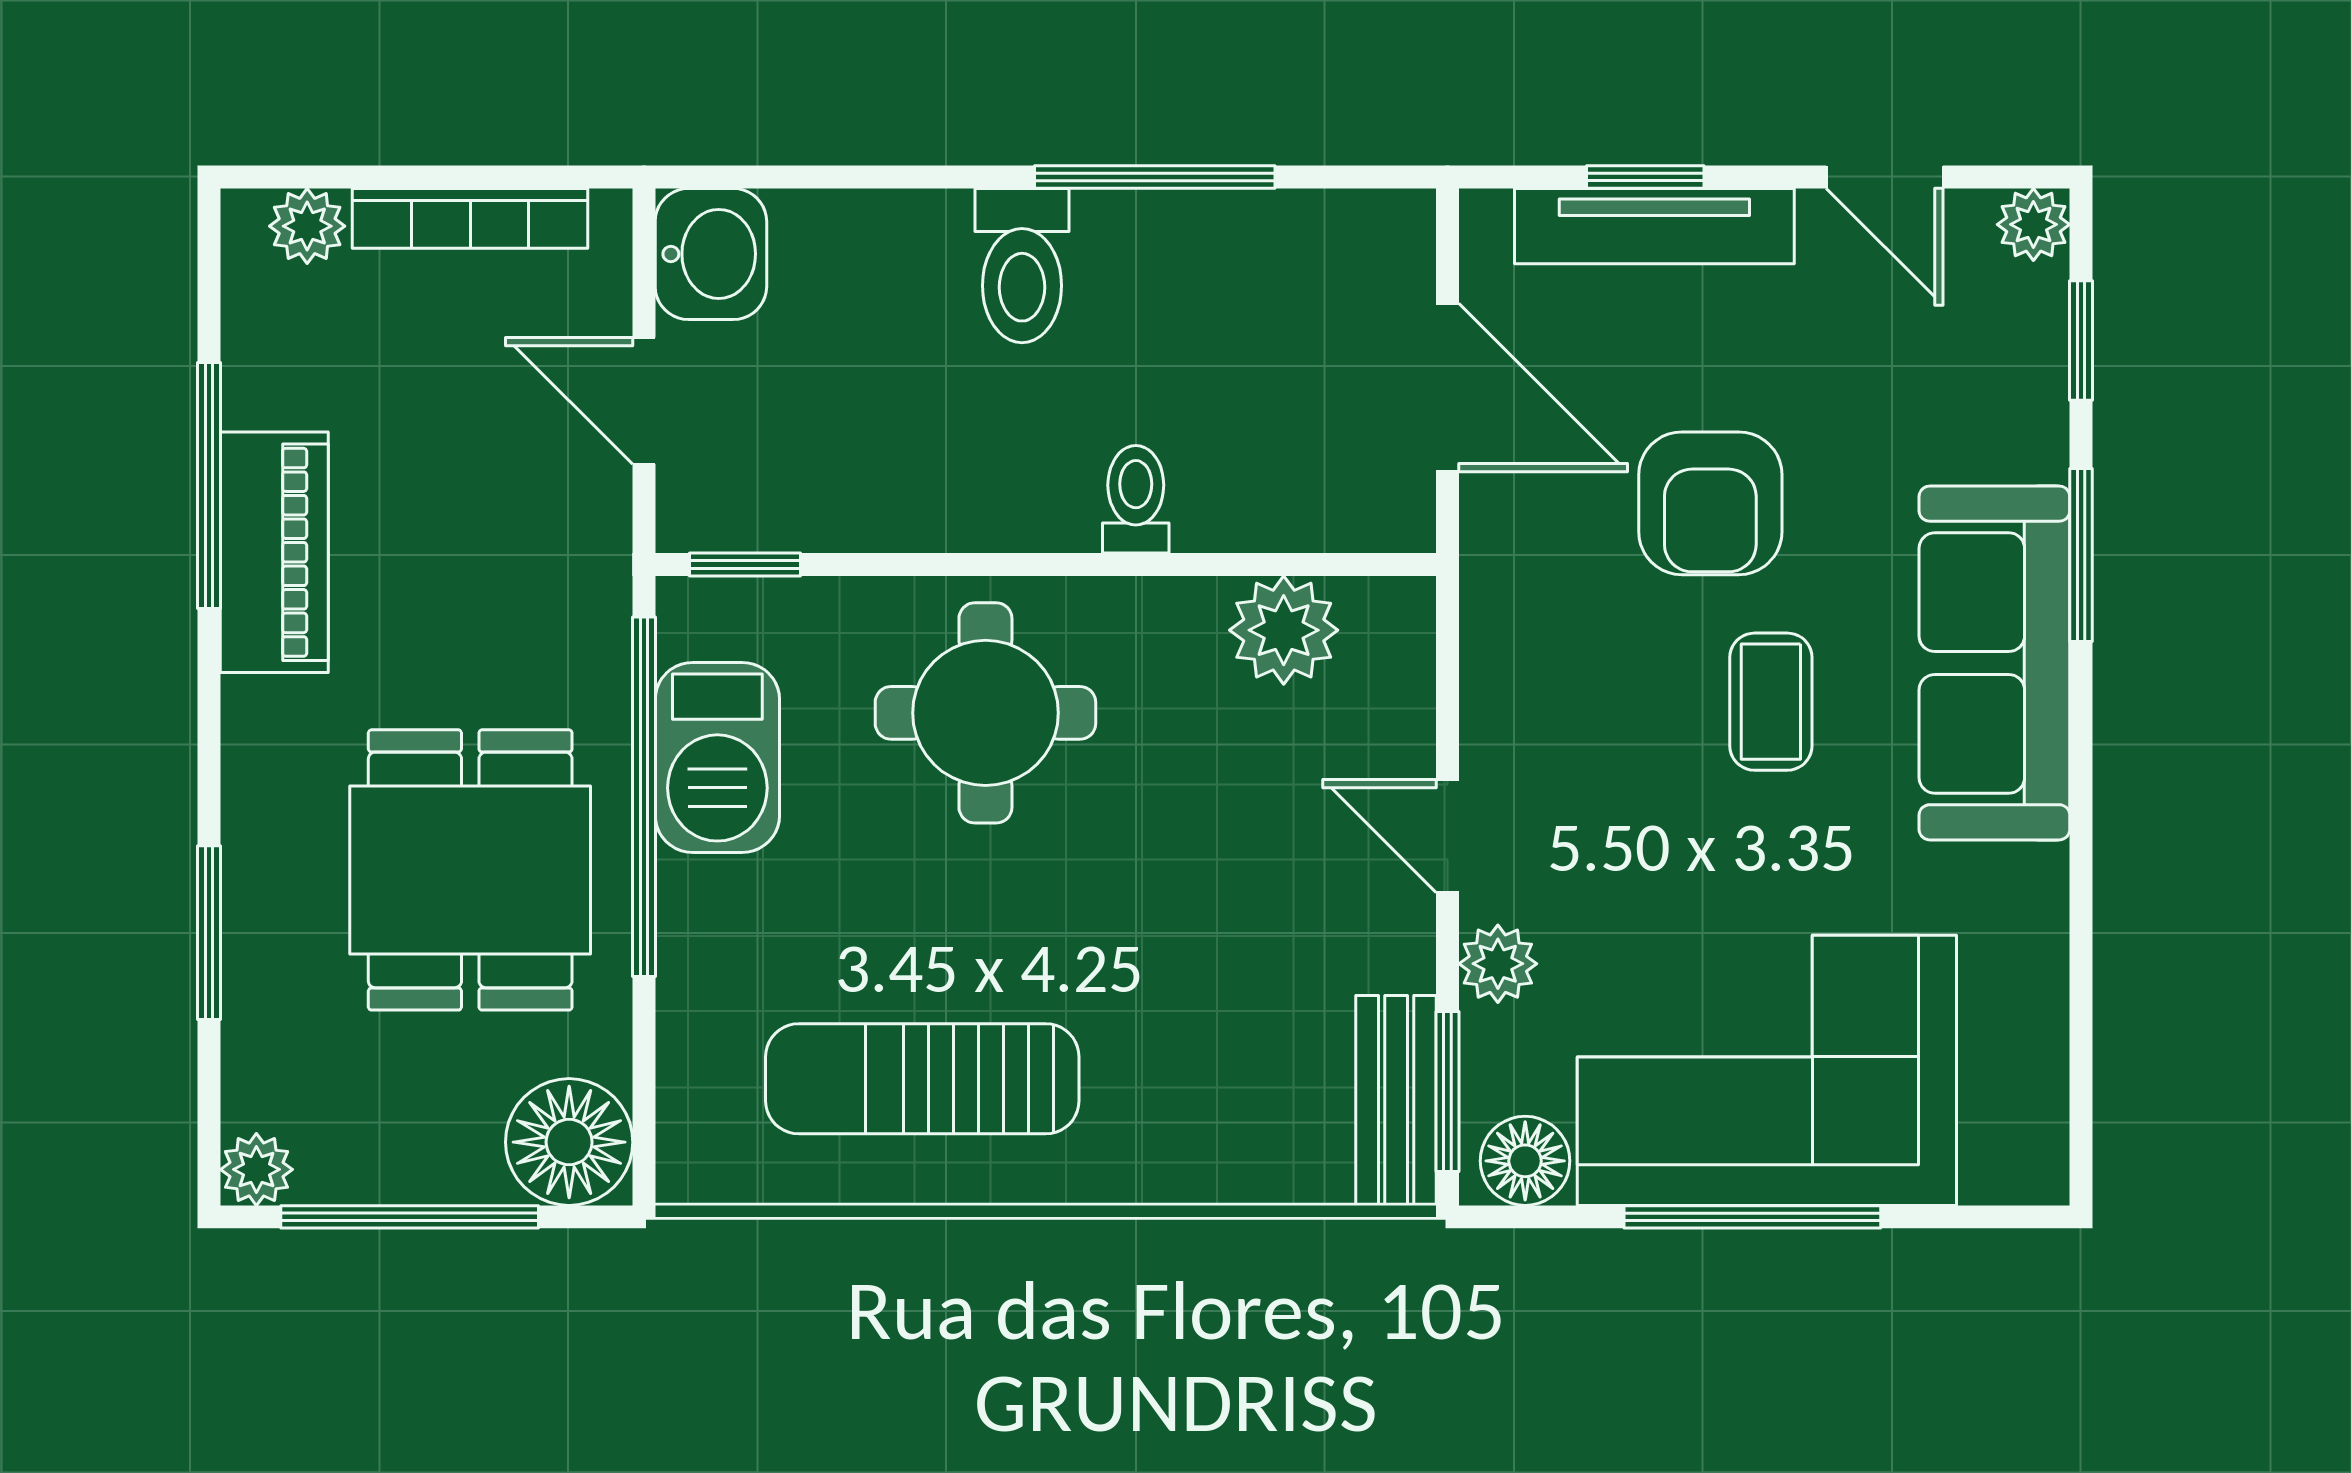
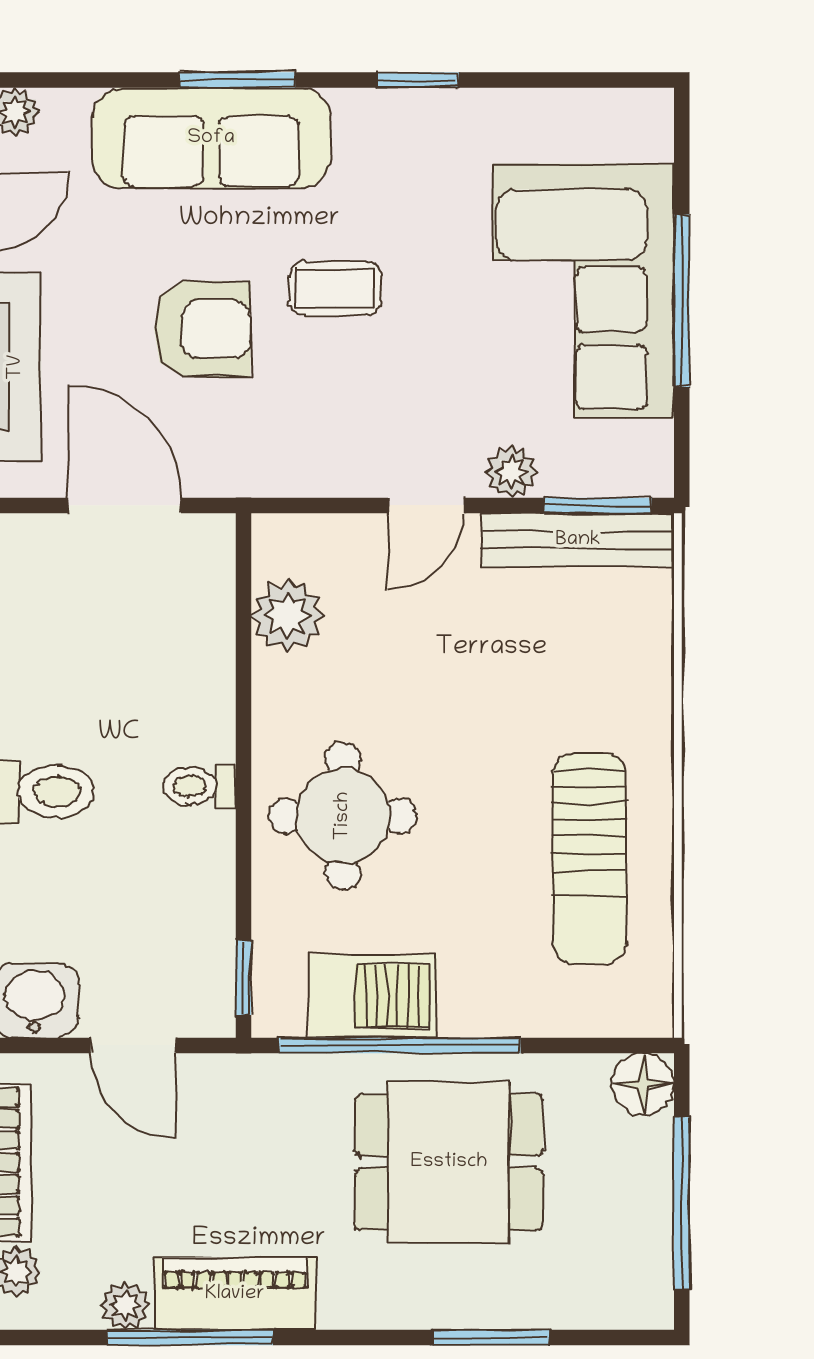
window: (2081, 340) -> (418, 80), moved
door: (1448, 388) -> (125, 505), hinge flipped
door: (644, 401) -> (133, 1045), hinge flipped
toilet: (1136, 499) -> (200, 786), moved
sofa: (1994, 663) -> (211, 138), moved
bench: (1396, 1100) -> (578, 540), width x1.36
floor lamp: (569, 1142) -> (643, 1084), width x0.73, depth x0.73
floor lamp: (1525, 1161) -> (644, 453), removed
plant: (256, 1169) -> (125, 1306), moved

